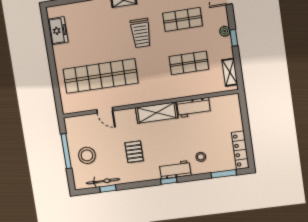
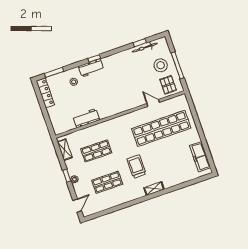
freezer: (58, 31) -> (200, 157), width x1.40
shelving: (157, 113) -> (113, 109), removed
pallet: (134, 152) -> (168, 85), moved

